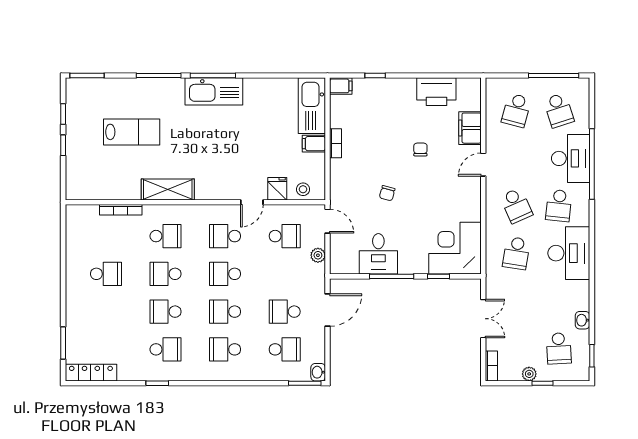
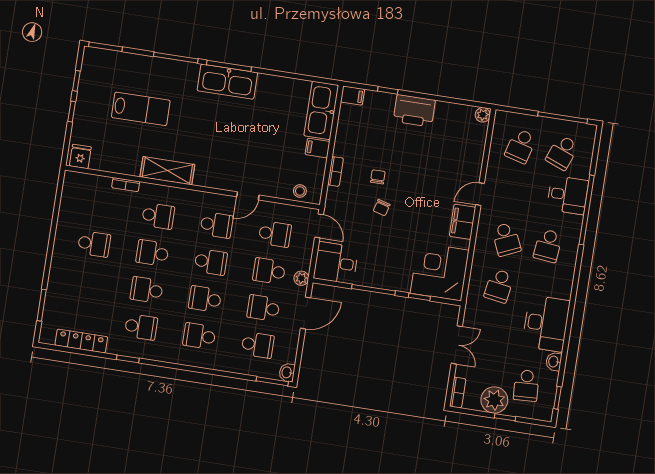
plant: (474, 85) -> (483, 115), added
printer: (436, 92) -> (414, 111), moved
school desk: (559, 110) -> (562, 152), turned 39
filing cabinet: (470, 128) -> (463, 222), moved
bookcase: (335, 143) -> (335, 171), moved
chair: (420, 149) -> (378, 177), moved
desk: (571, 158) -> (568, 195), width x0.73
fridge: (277, 189) -> (80, 156), moved
bookcase: (121, 210) -> (126, 185), width x0.64
school desk: (225, 236) -> (216, 225), turned 180
desk: (569, 253) -> (546, 323), moved
desk: (378, 254) -> (336, 263), moved, turned 90
plant: (318, 255) -> (301, 278), moved
school desk: (225, 274) -> (211, 262), turned 180
school desk: (285, 274) -> (269, 271), added
locker: (91, 373) -> (81, 341), moved
plant: (529, 374) -> (494, 400), width x1.88, depth x1.88

